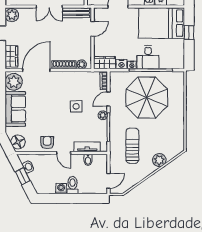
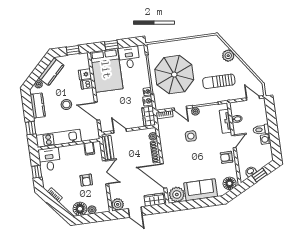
desk: (148, 57) -> (129, 57), moved, turned -90

